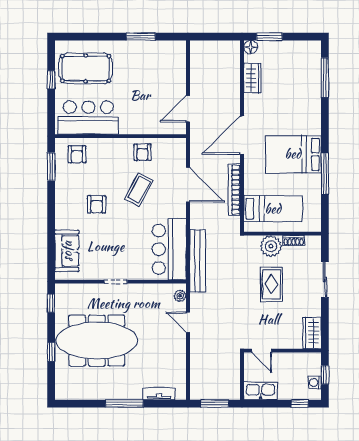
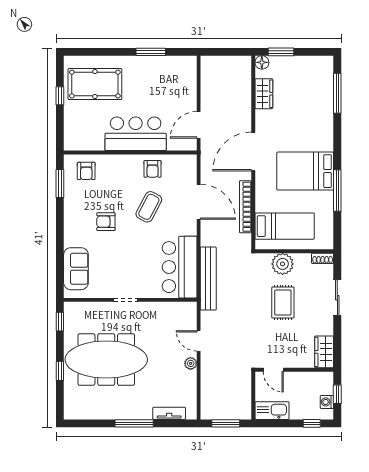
bar counter: (88, 118) -> (136, 134), moved
armchair: (96, 204) -> (106, 222), turned 90
shoe rack: (294, 241) -> (323, 258), moved
plant: (180, 296) -> (191, 363), moved

